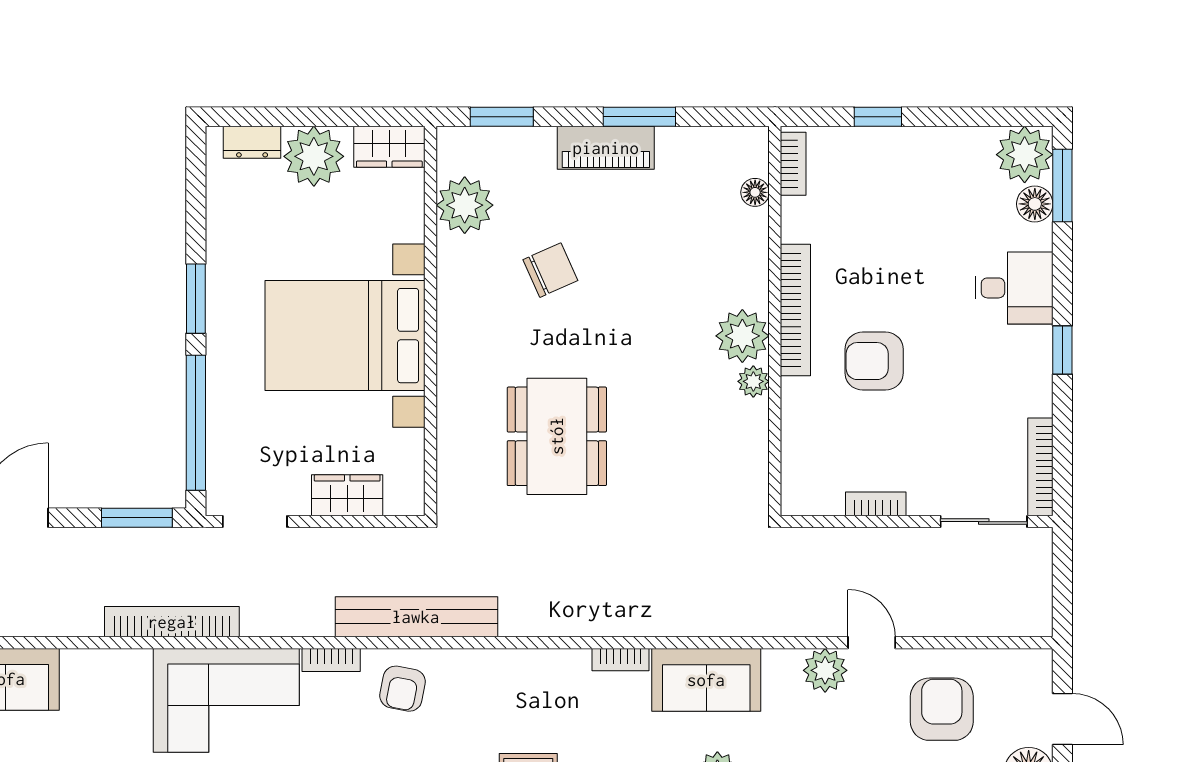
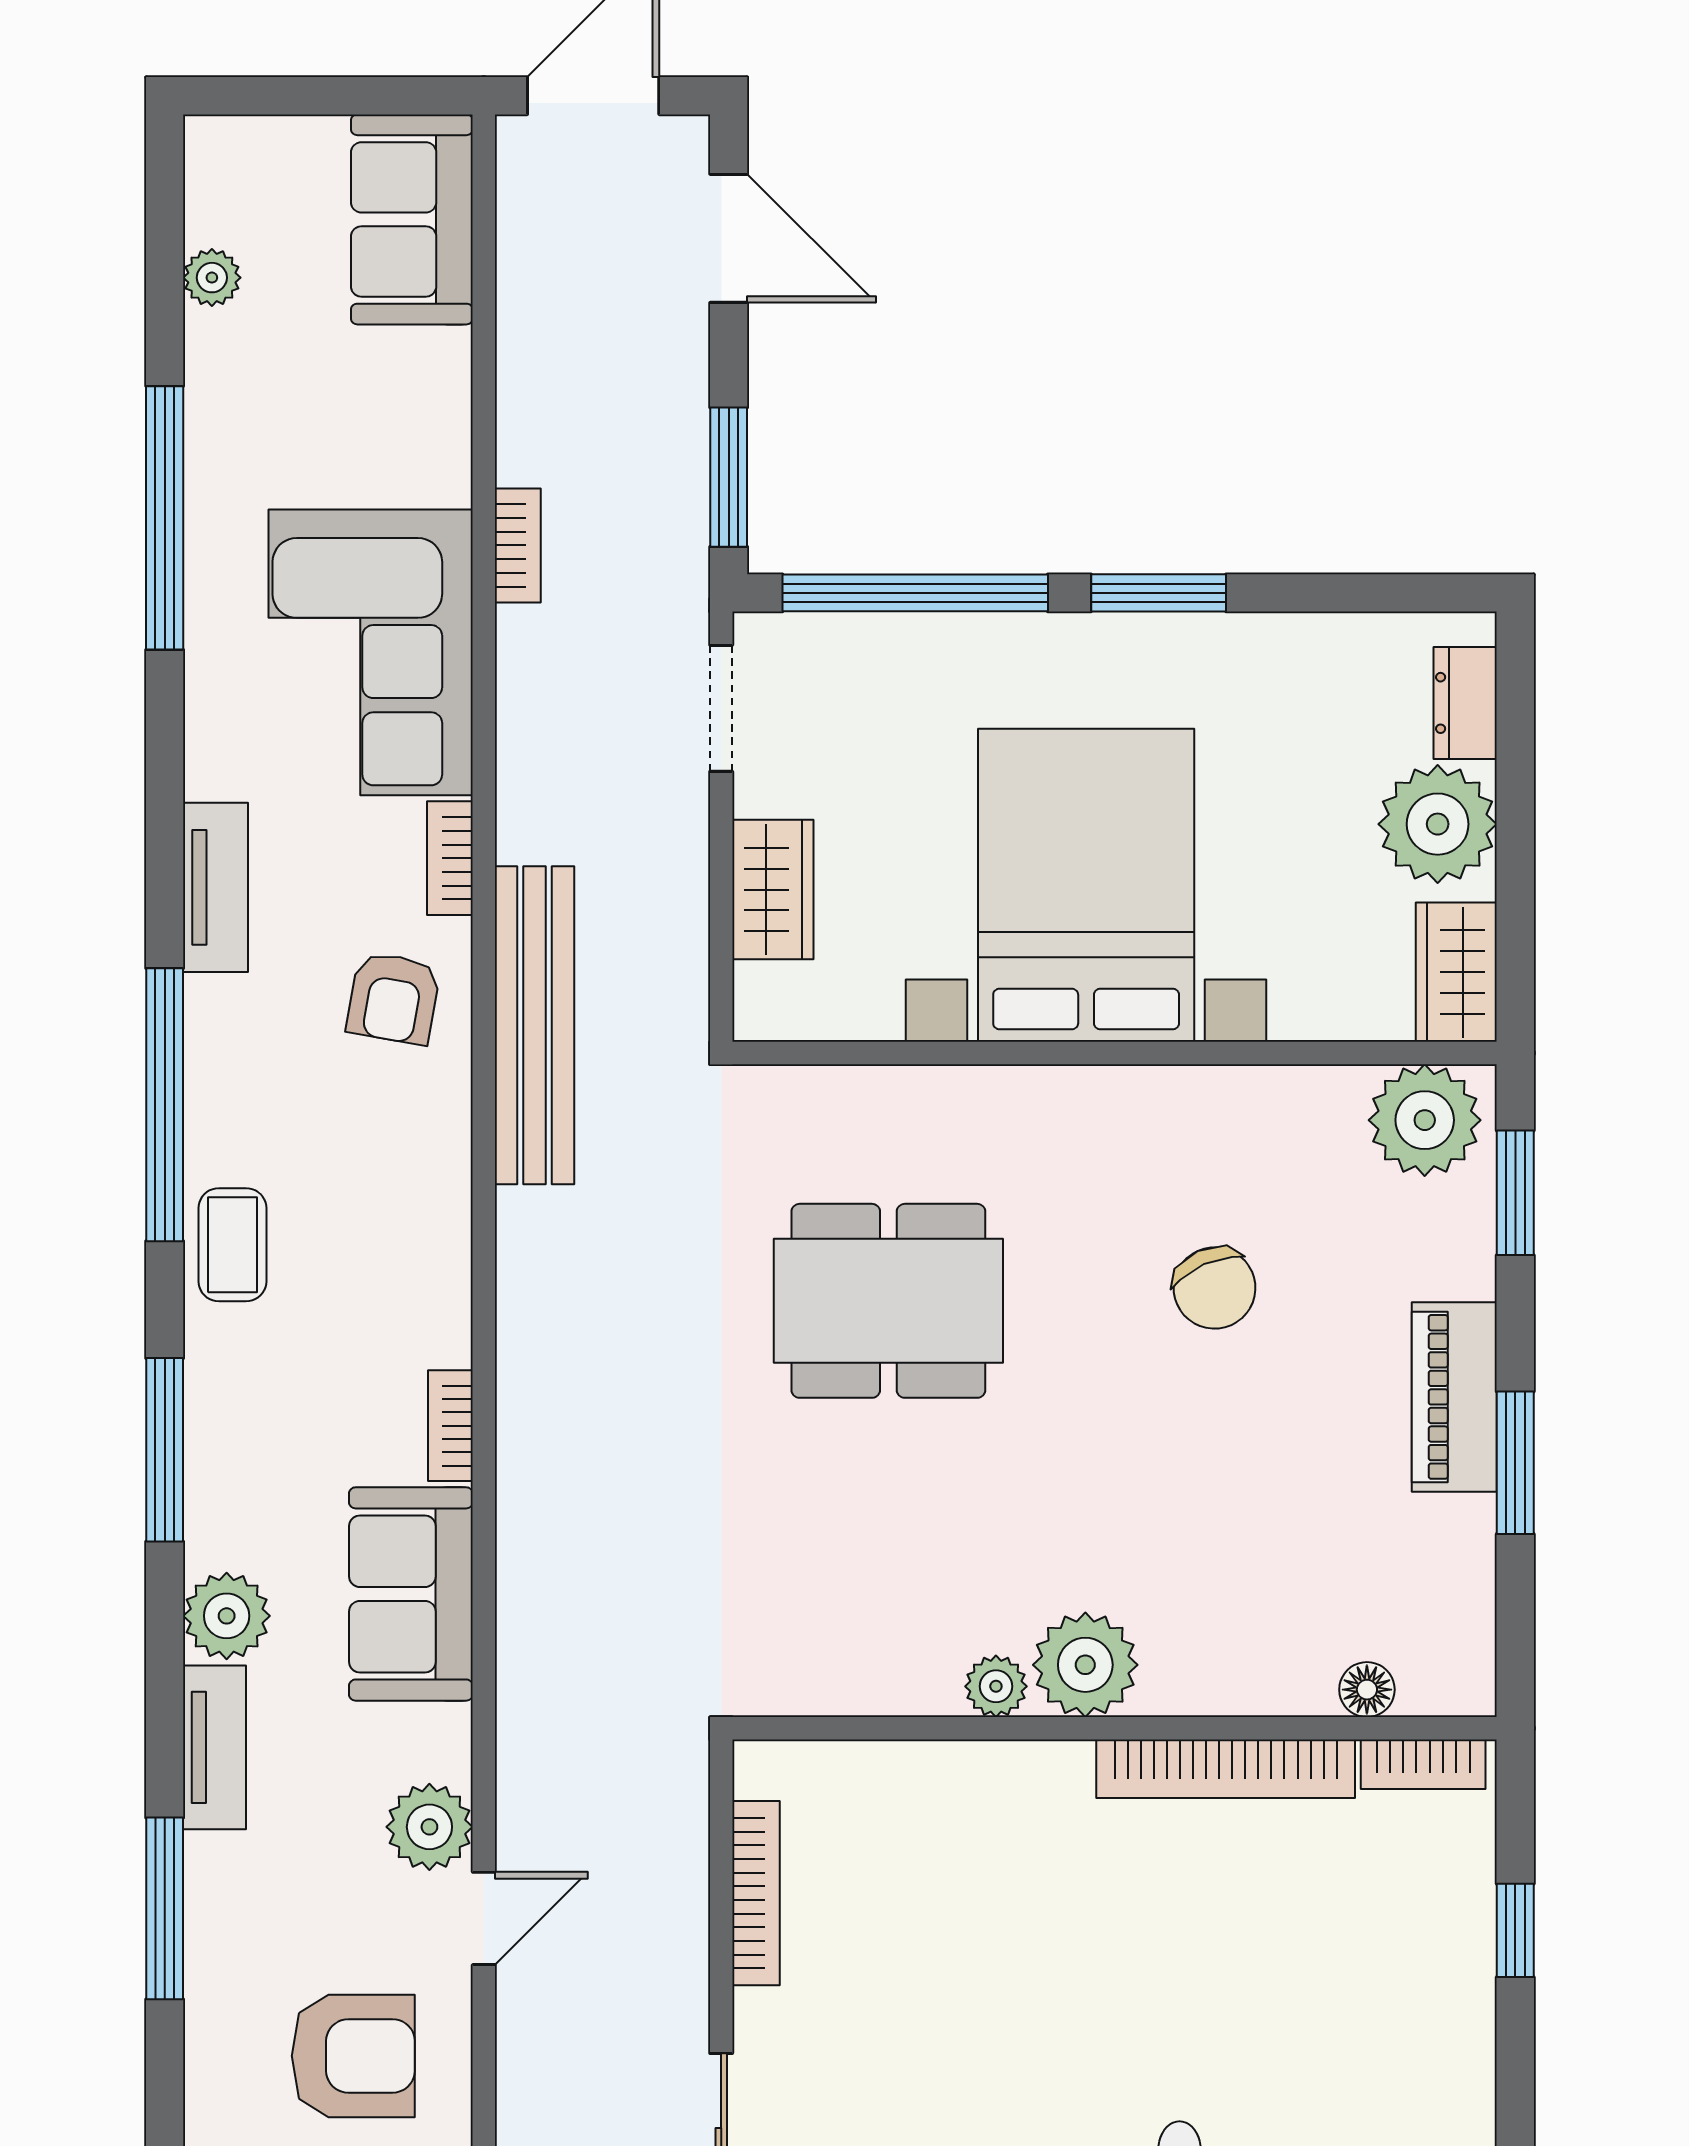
plant: (465, 205) -> (1425, 1120), moved
bookcase: (795, 310) -> (1226, 1769), moved
armchair: (874, 361) -> (1036, 1923), removed
bookcase: (876, 504) -> (756, 1893), width x1.56
bookcase: (172, 622) -> (518, 545), width x0.43, depth x0.76
armchair: (403, 689) -> (393, 998), turned -91

